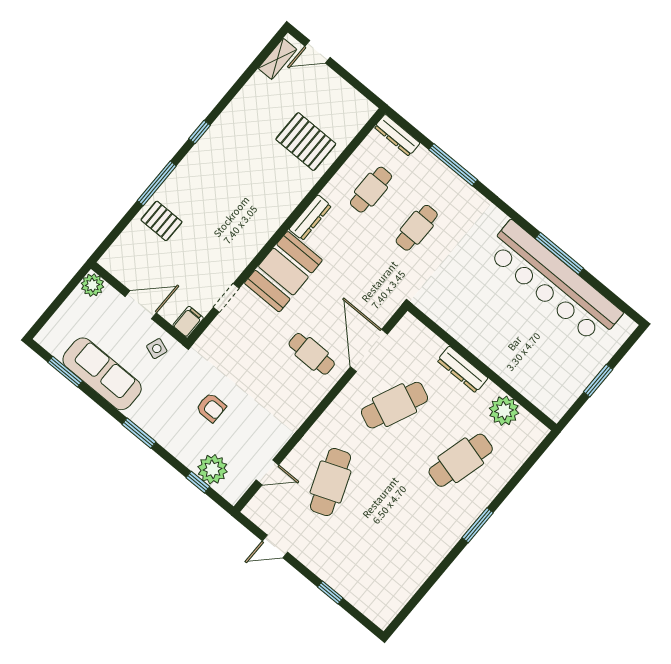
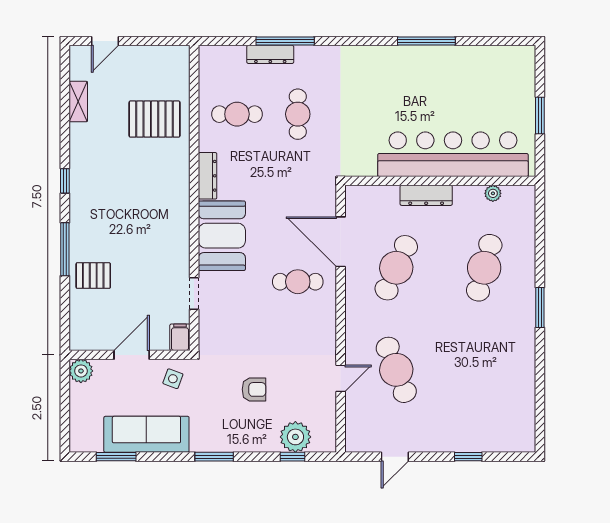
shelving: (277, 59) -> (78, 102), moved
dresser: (397, 135) -> (270, 54), moved
cafe table: (371, 190) -> (237, 114), turned 90
bar counter: (554, 282) -> (453, 154), moved, turned 180
plant: (504, 411) -> (493, 193), width x0.53, depth x0.53
door: (267, 472) -> (341, 378), moved

